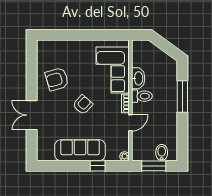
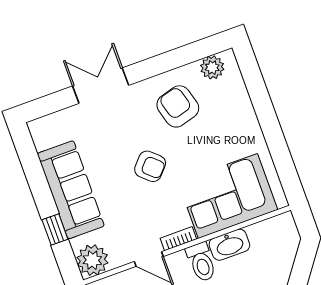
plant: (43, 54) -> (212, 67), added
plant: (125, 156) -> (92, 260), width x1.88, depth x1.88

